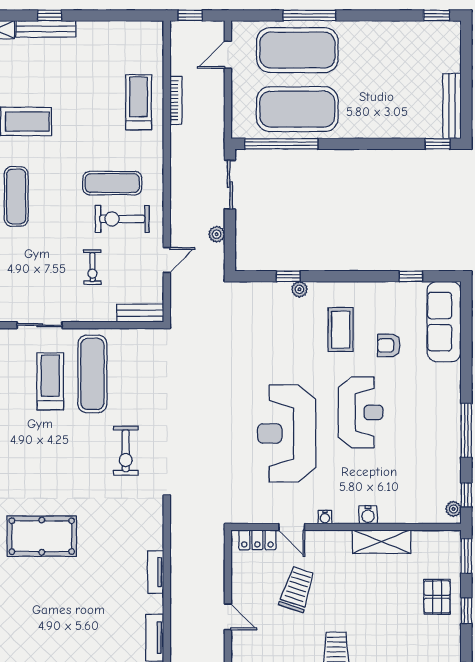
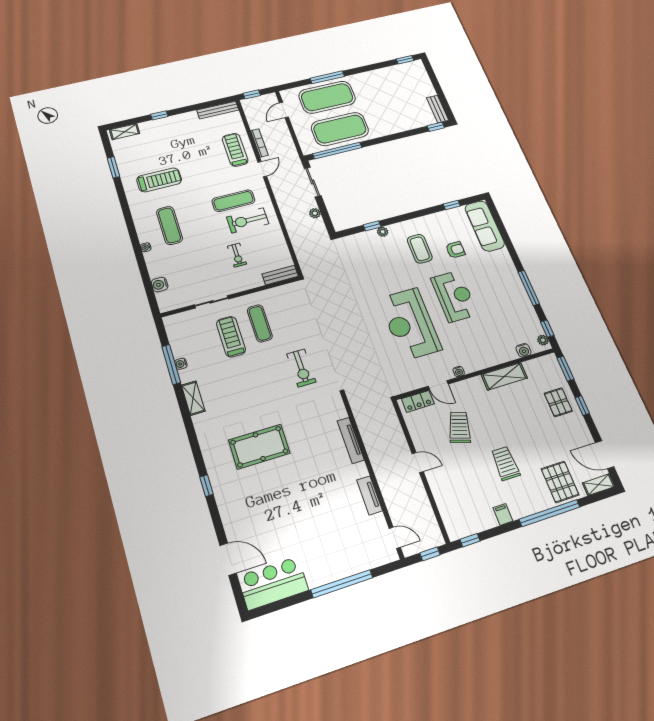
bench: (46, 29) -> (218, 110), moved
bench: (452, 106) -> (438, 109), width x0.73
door: (167, 260) -> (262, 169), moved
armchair: (389, 345) -> (455, 250), turned 180
exercise mat: (92, 374) -> (260, 323), width x0.73, depth x0.69
water cooler: (368, 515) -> (524, 350), moved
tv unit: (156, 572) -> (351, 440), width x1.41

